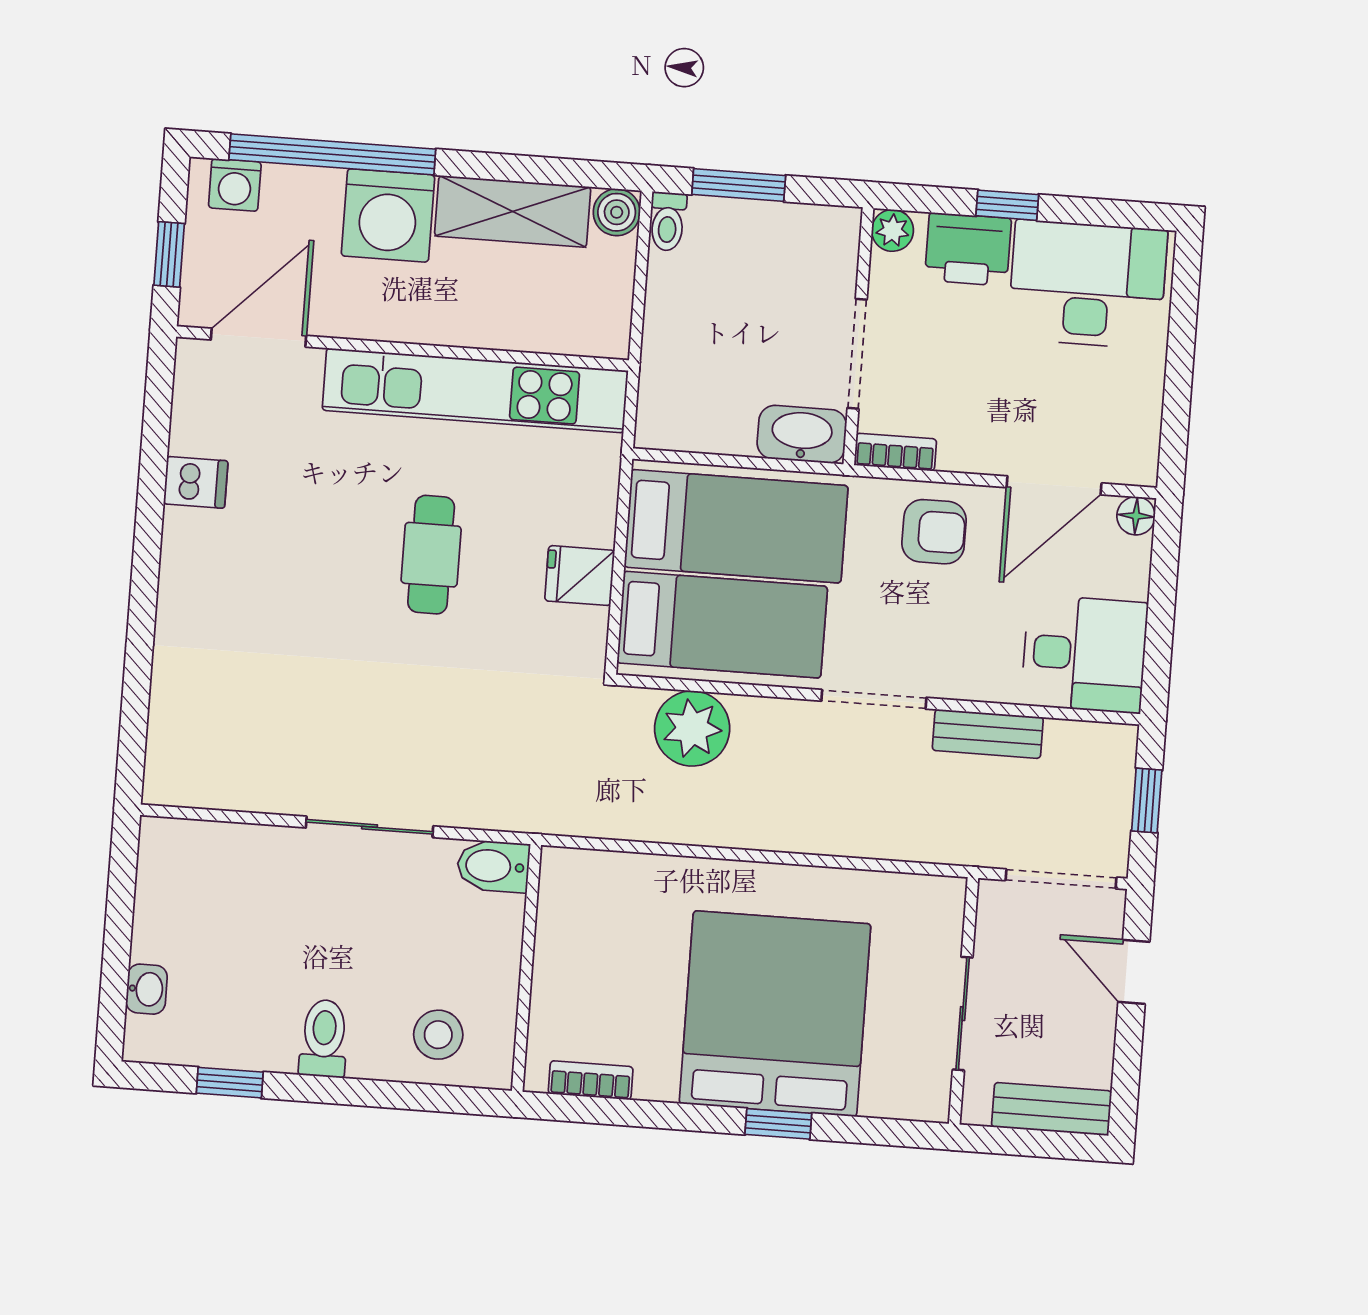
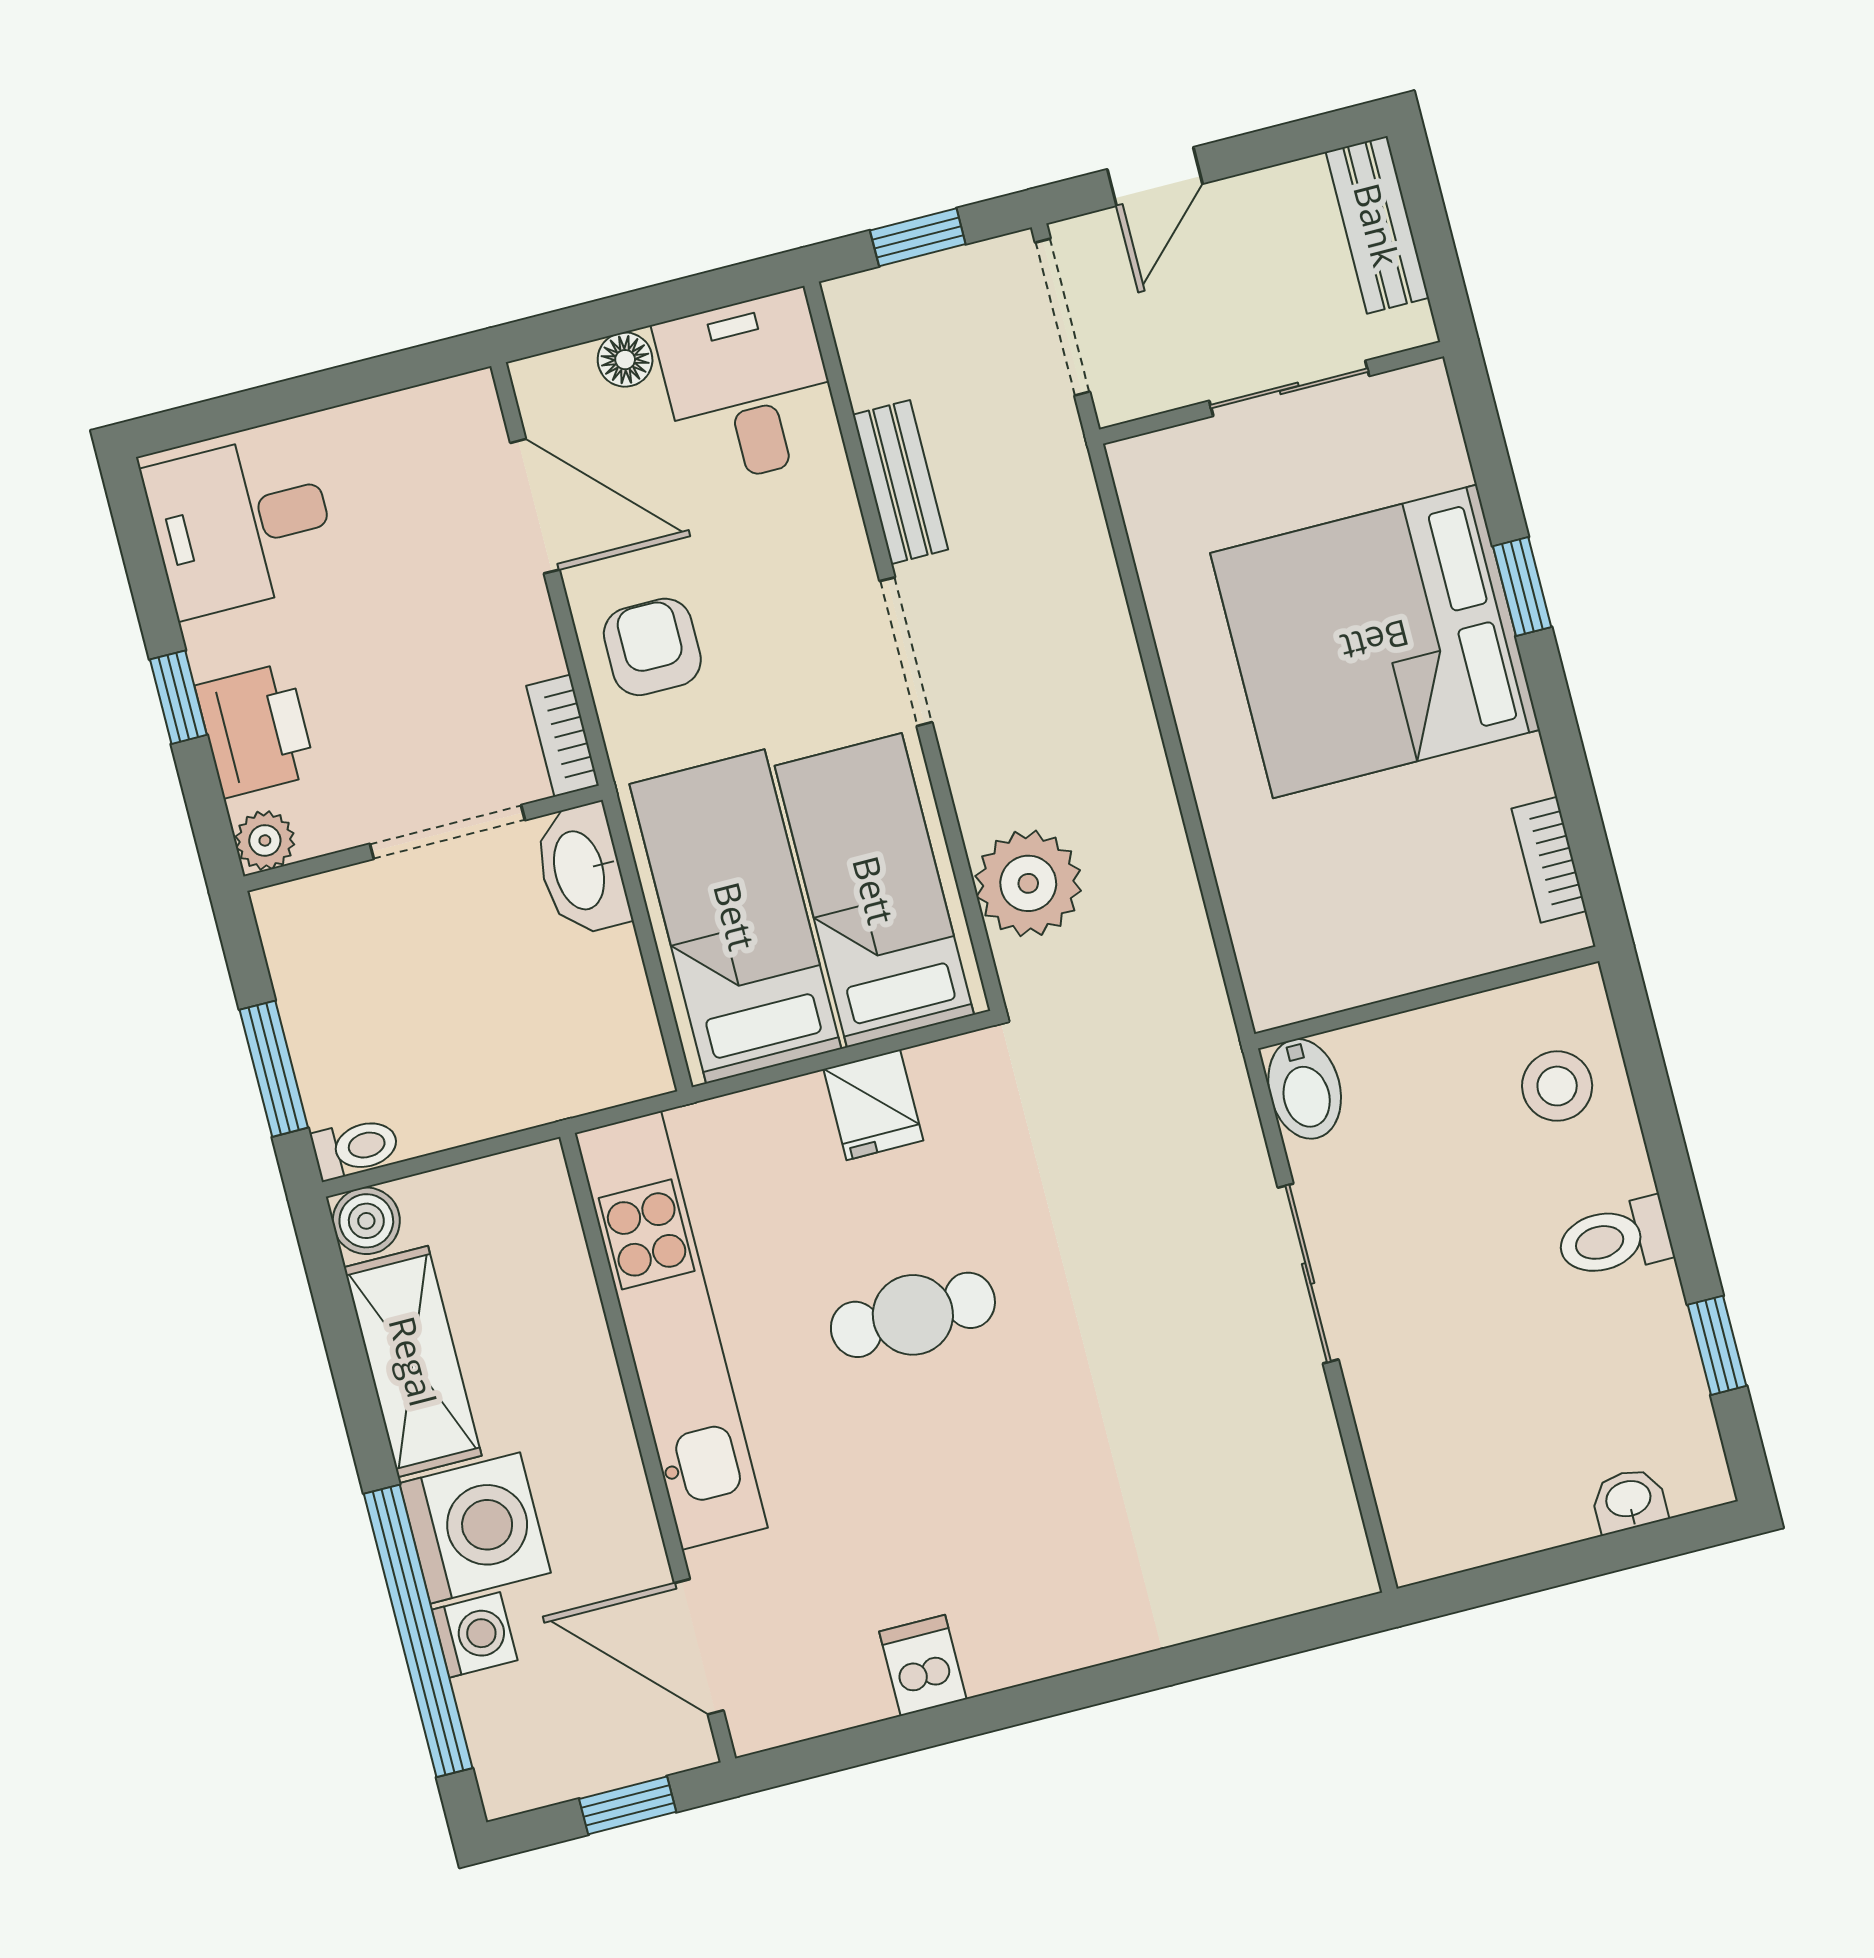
washing machine: (235, 185) -> (475, 1635), moved
desk: (1087, 284) -> (241, 524), width x0.73
floor lamp: (1136, 516) -> (625, 360), moved

